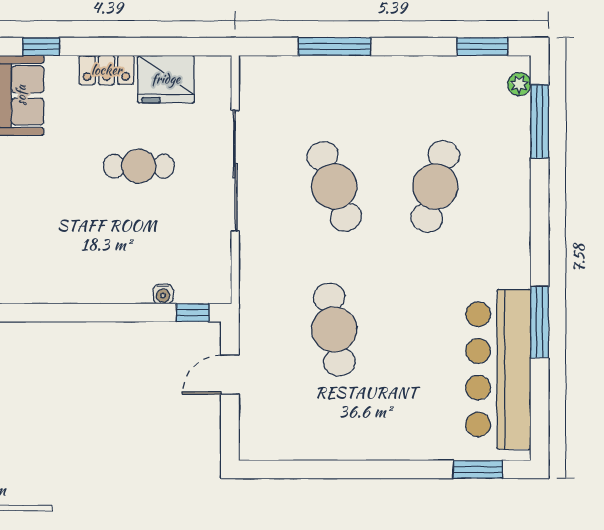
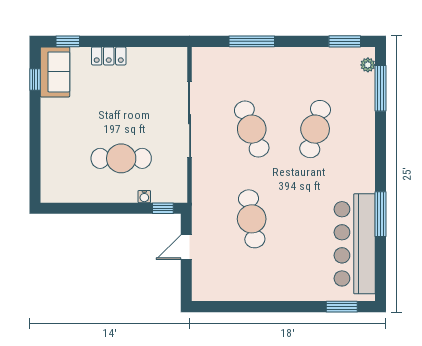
fridge: (166, 79) -> (146, 62), removed
cafe table: (139, 166) -> (121, 158), moved, width x1.37, depth x1.35

